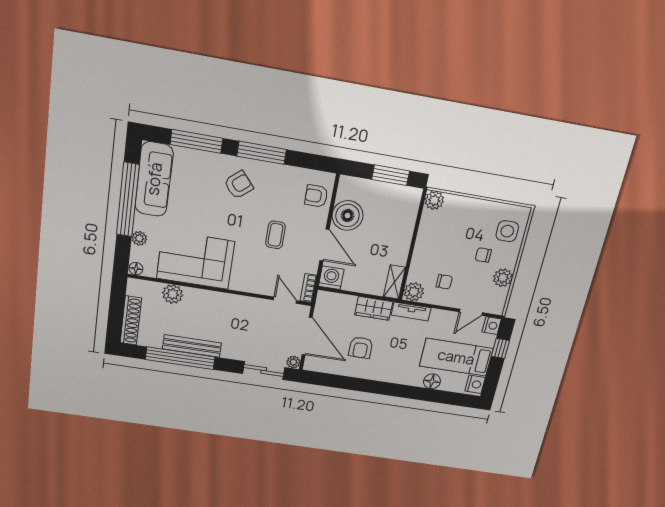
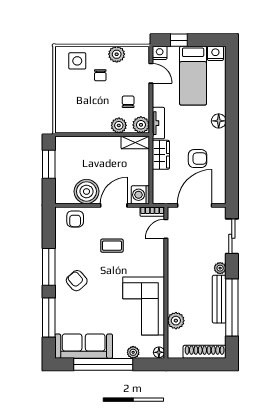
plant: (434, 200) -> (119, 125), moved
plant: (293, 362) -> (220, 268), moved
floor lamp: (432, 381) -> (219, 121), moved

